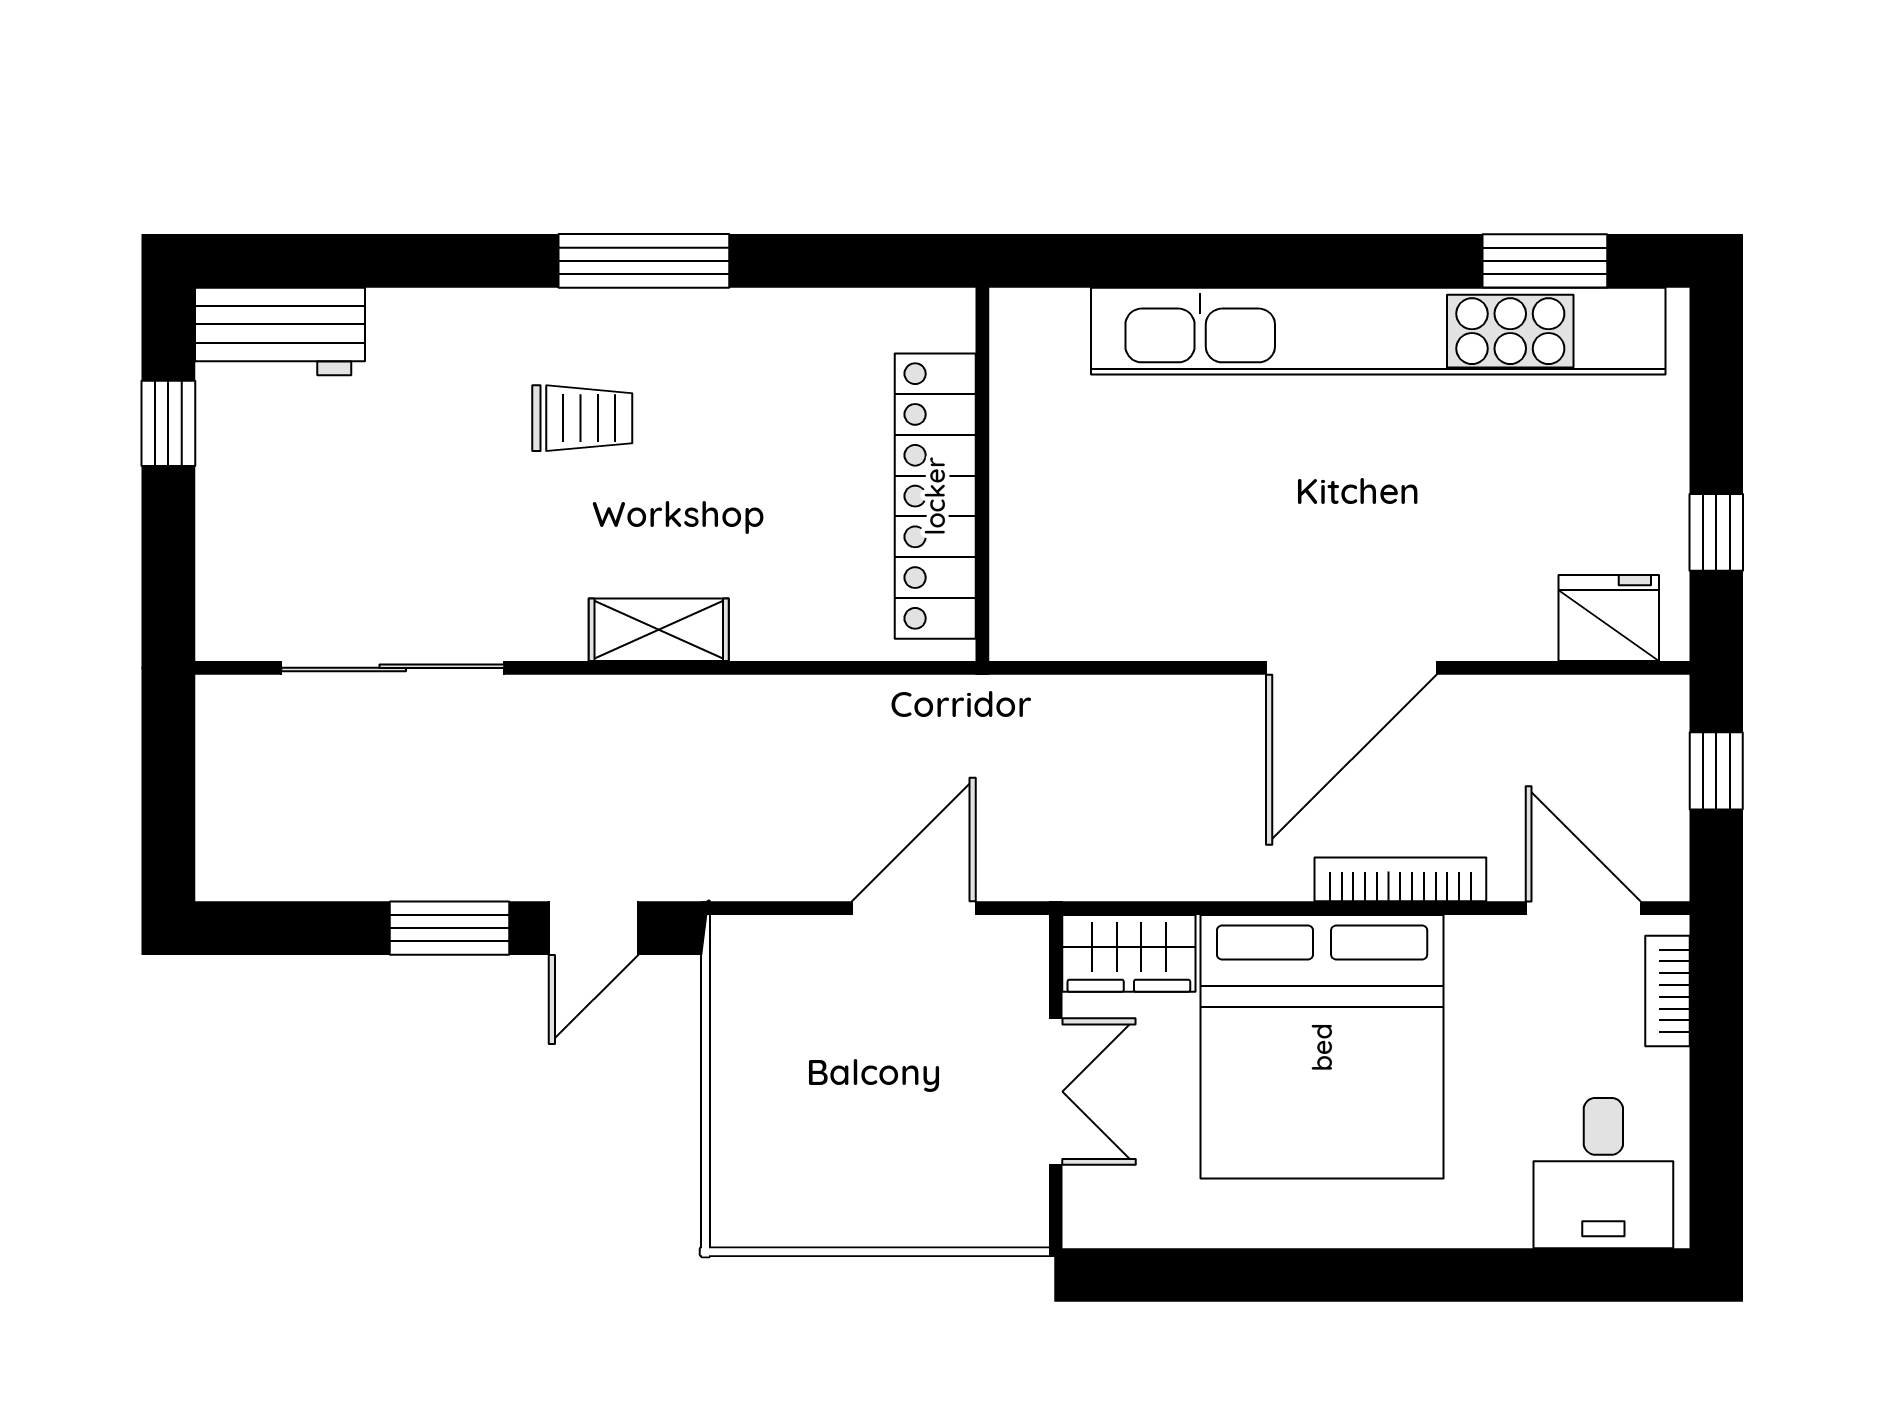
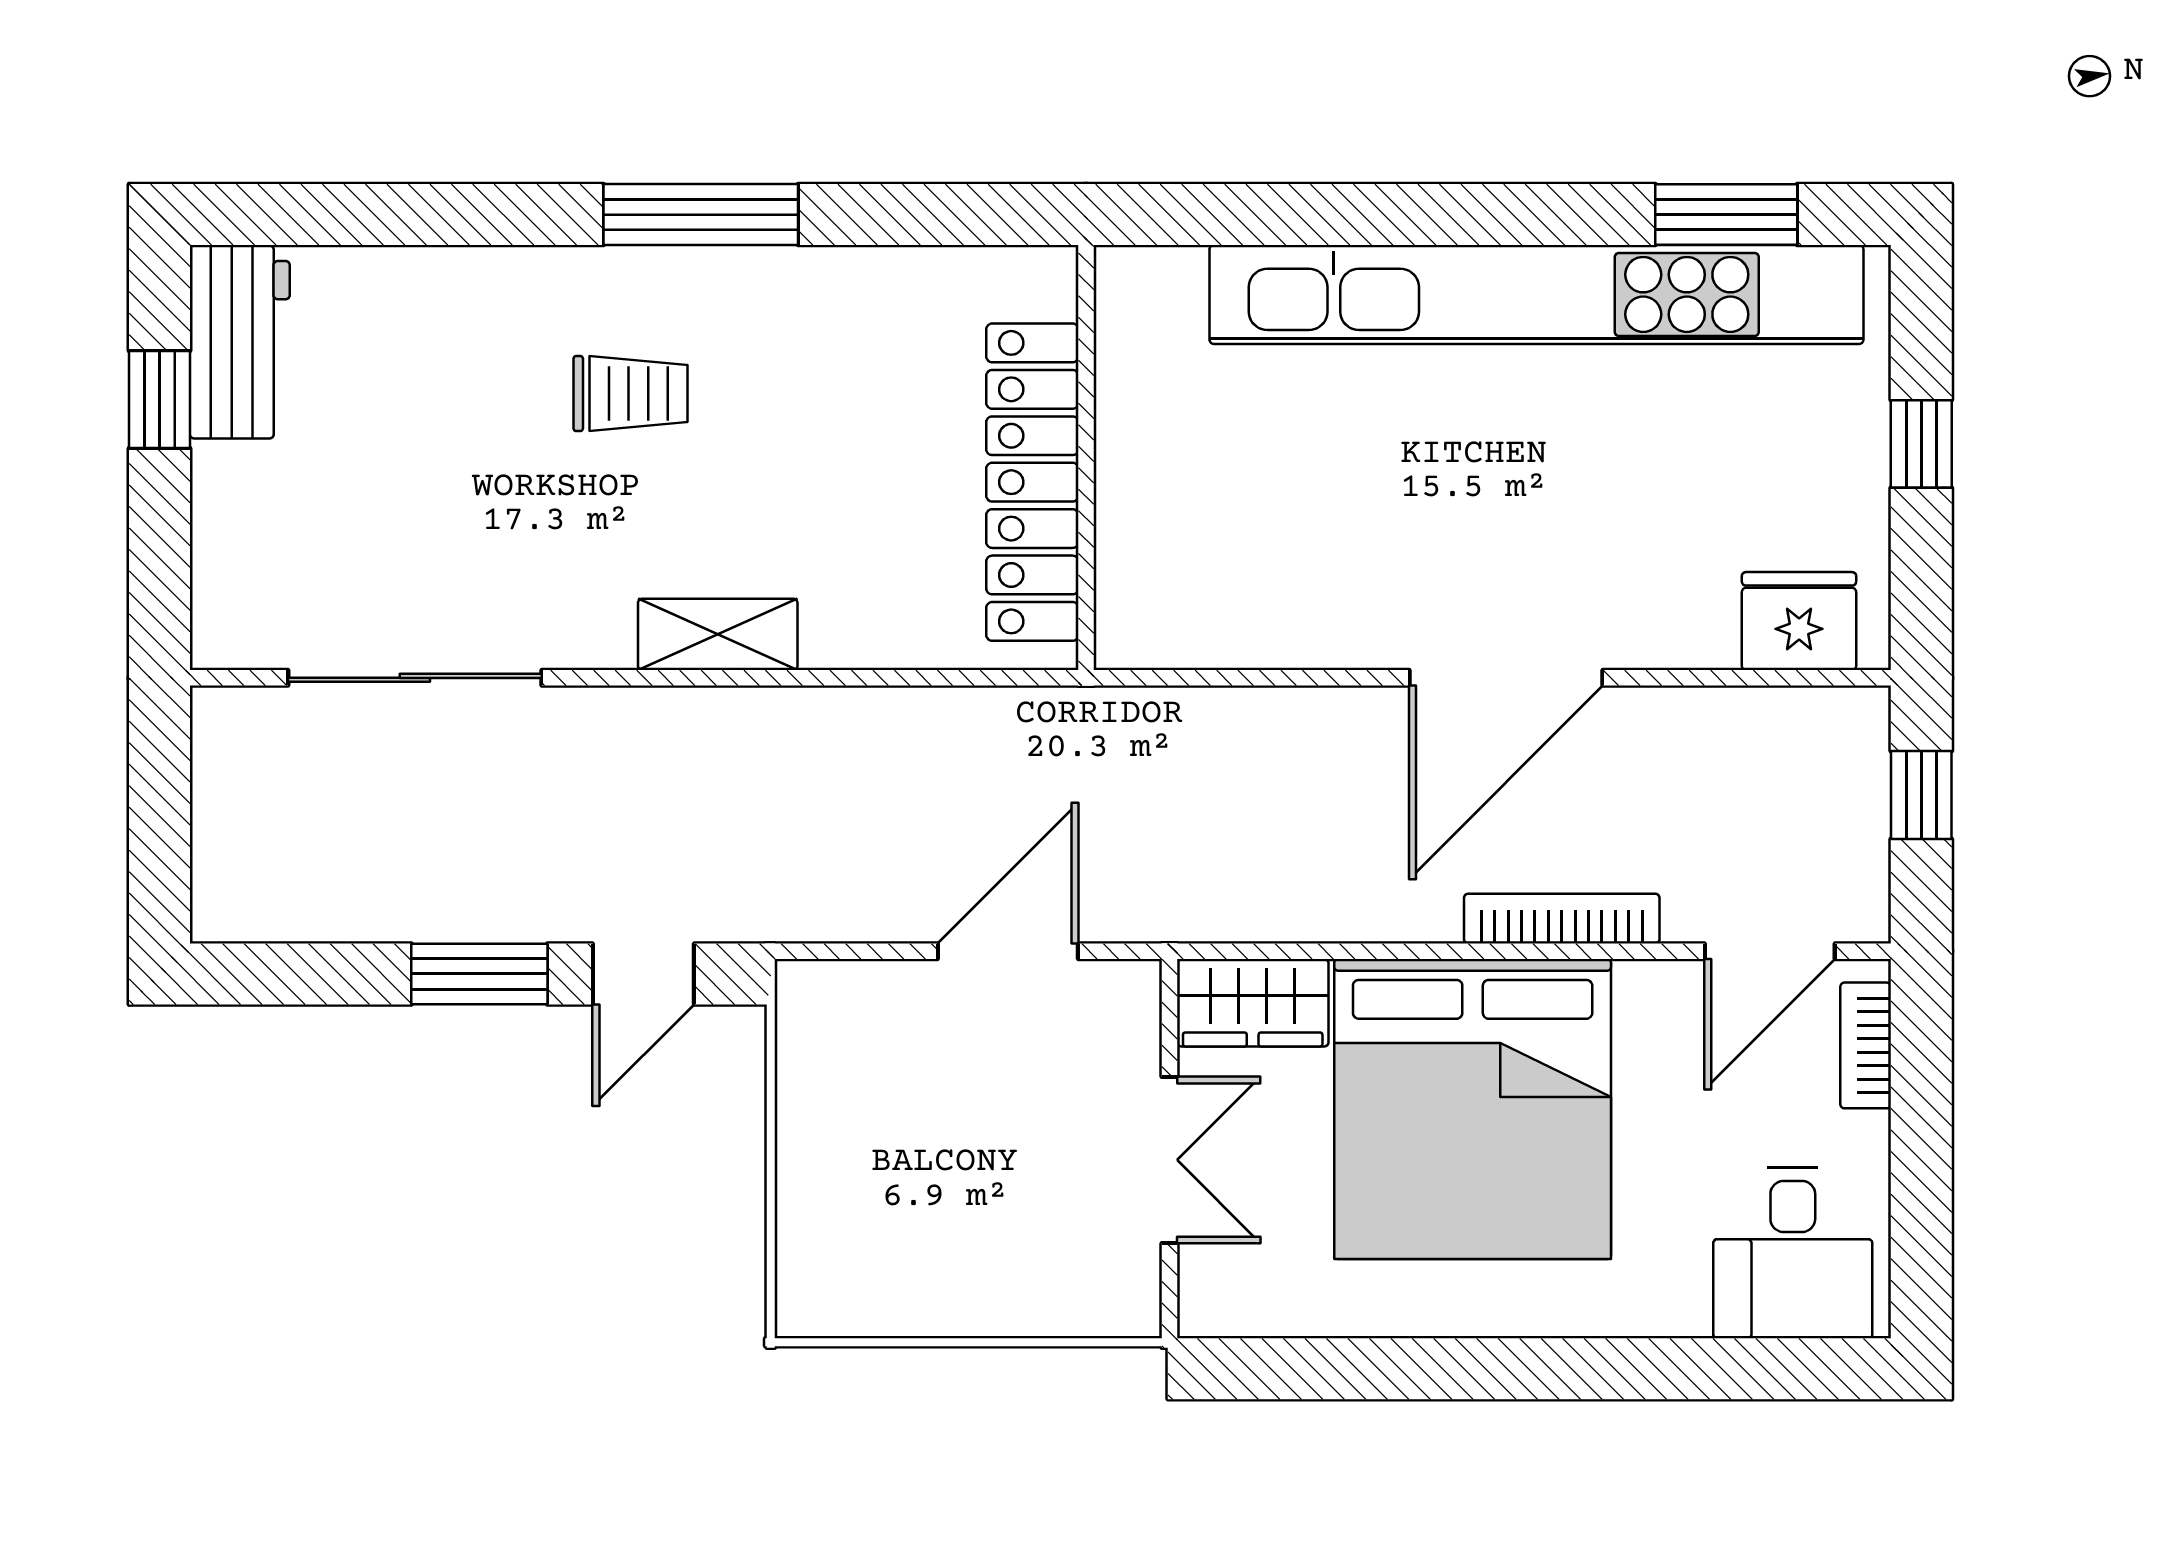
workbench: (280, 331) -> (240, 342), moved, turned -90
window: (1716, 532) -> (1921, 444), moved
door: (1583, 908) -> (1770, 951), swing flipped

